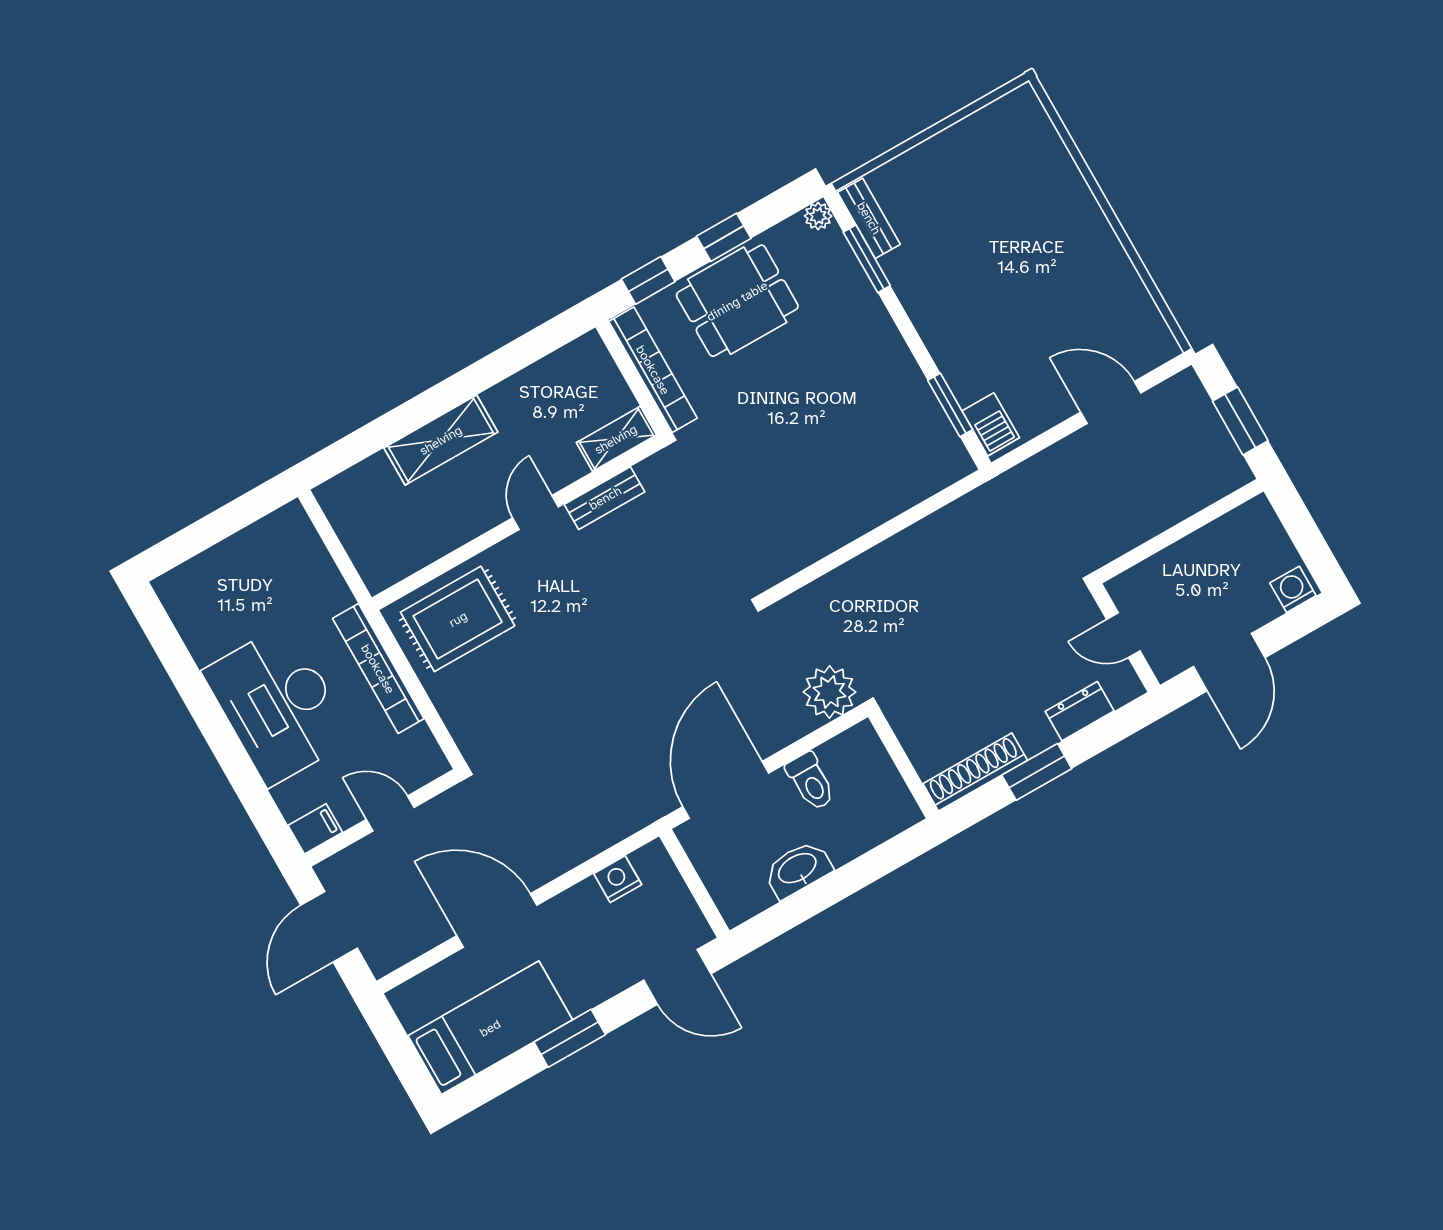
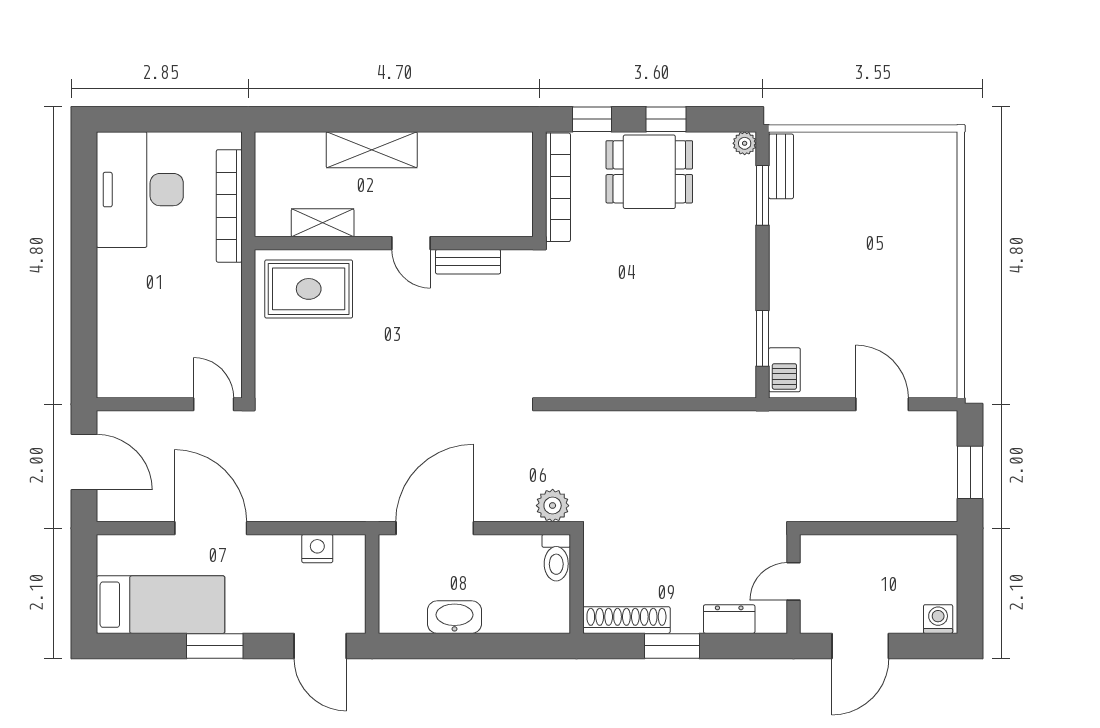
shelving: (616, 439) -> (323, 223), moved
door: (536, 512) -> (411, 243), swing flipped
door: (1123, 635) -> (793, 581), hinge flipped
bookcase: (378, 669) -> (229, 206), moved
plant: (829, 692) -> (553, 506), width x0.73, depth x0.73
desk: (278, 705) -> (140, 190), moved
toilet: (811, 781) -> (556, 558), moved
door: (390, 813) -> (214, 404), moved
filing cabinet: (315, 829) -> (115, 384), removed
door: (329, 927) -> (84, 462), swing flipped

